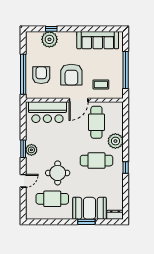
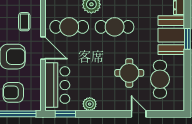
window: (23, 149) -> (65, 114), moved
plant: (31, 150) -> (90, 104), moved
cafe table: (96, 161) -> (115, 27), turned 90

